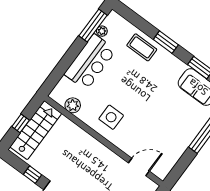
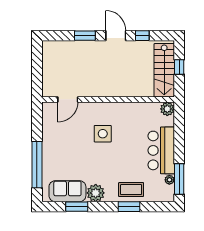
window: (166, 42) -> (129, 207), moved
plant: (175, 67) -> (96, 193), added
plant: (73, 105) -> (167, 109), moved
side table: (111, 117) -> (103, 134), moved

